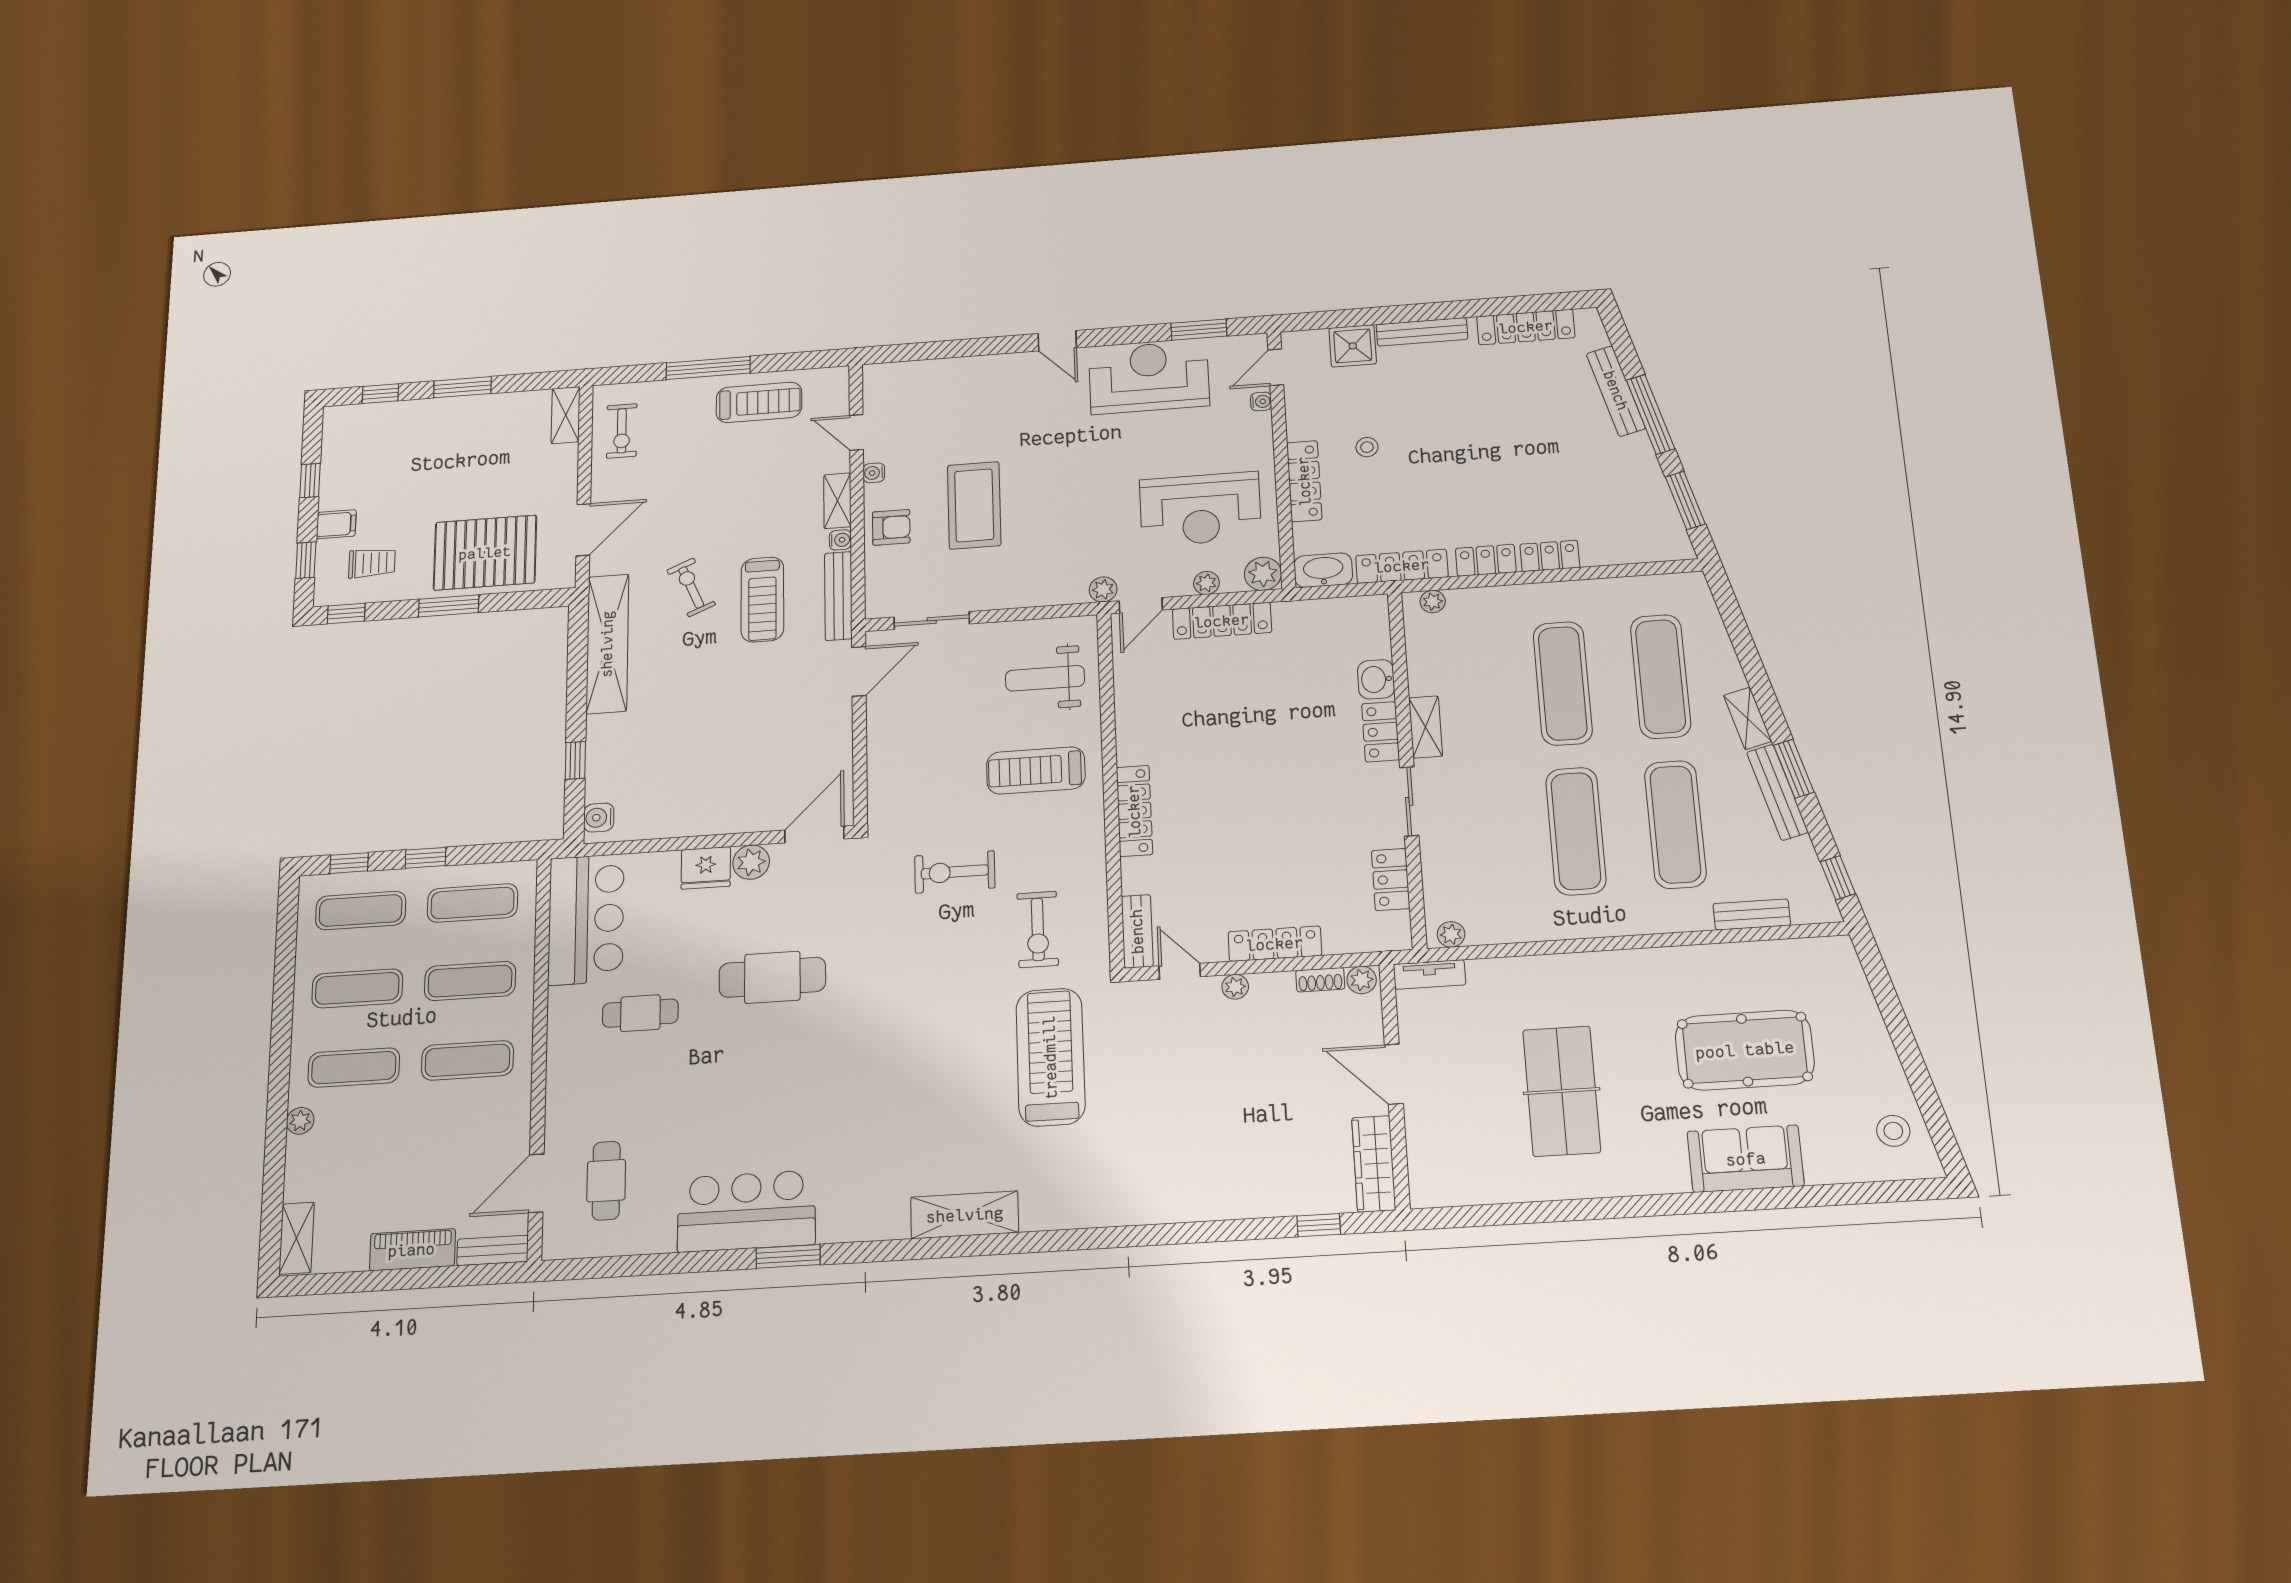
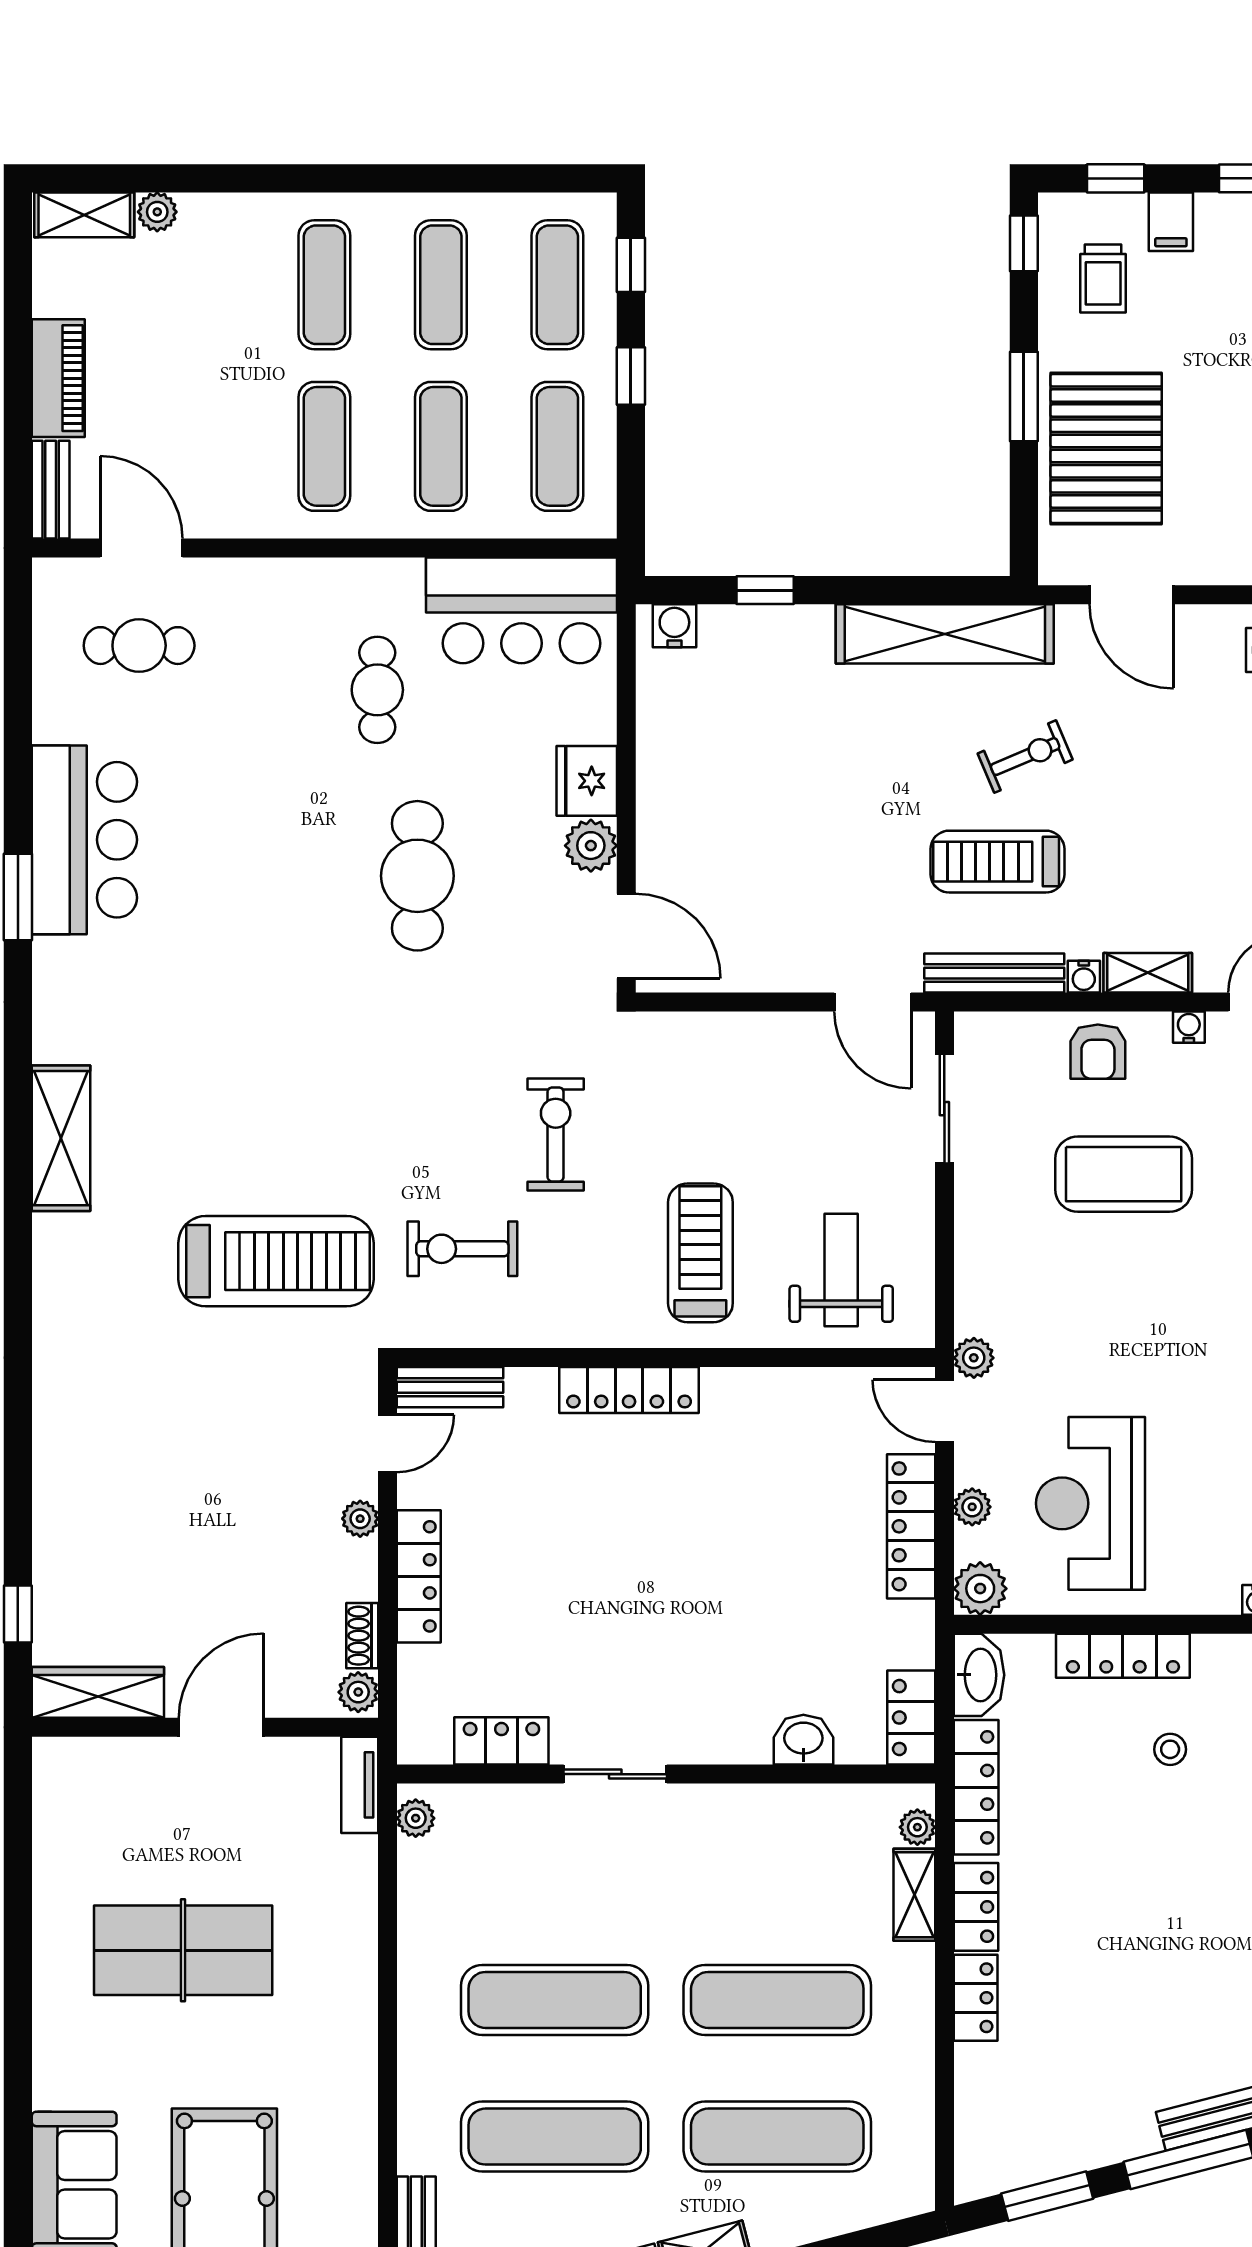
shelving: (1426, 727) -> (914, 1895), moved, turned 90
locker: (1381, 732) -> (911, 1718), moved, turned -90
plant: (300, 1121) -> (157, 212), moved

